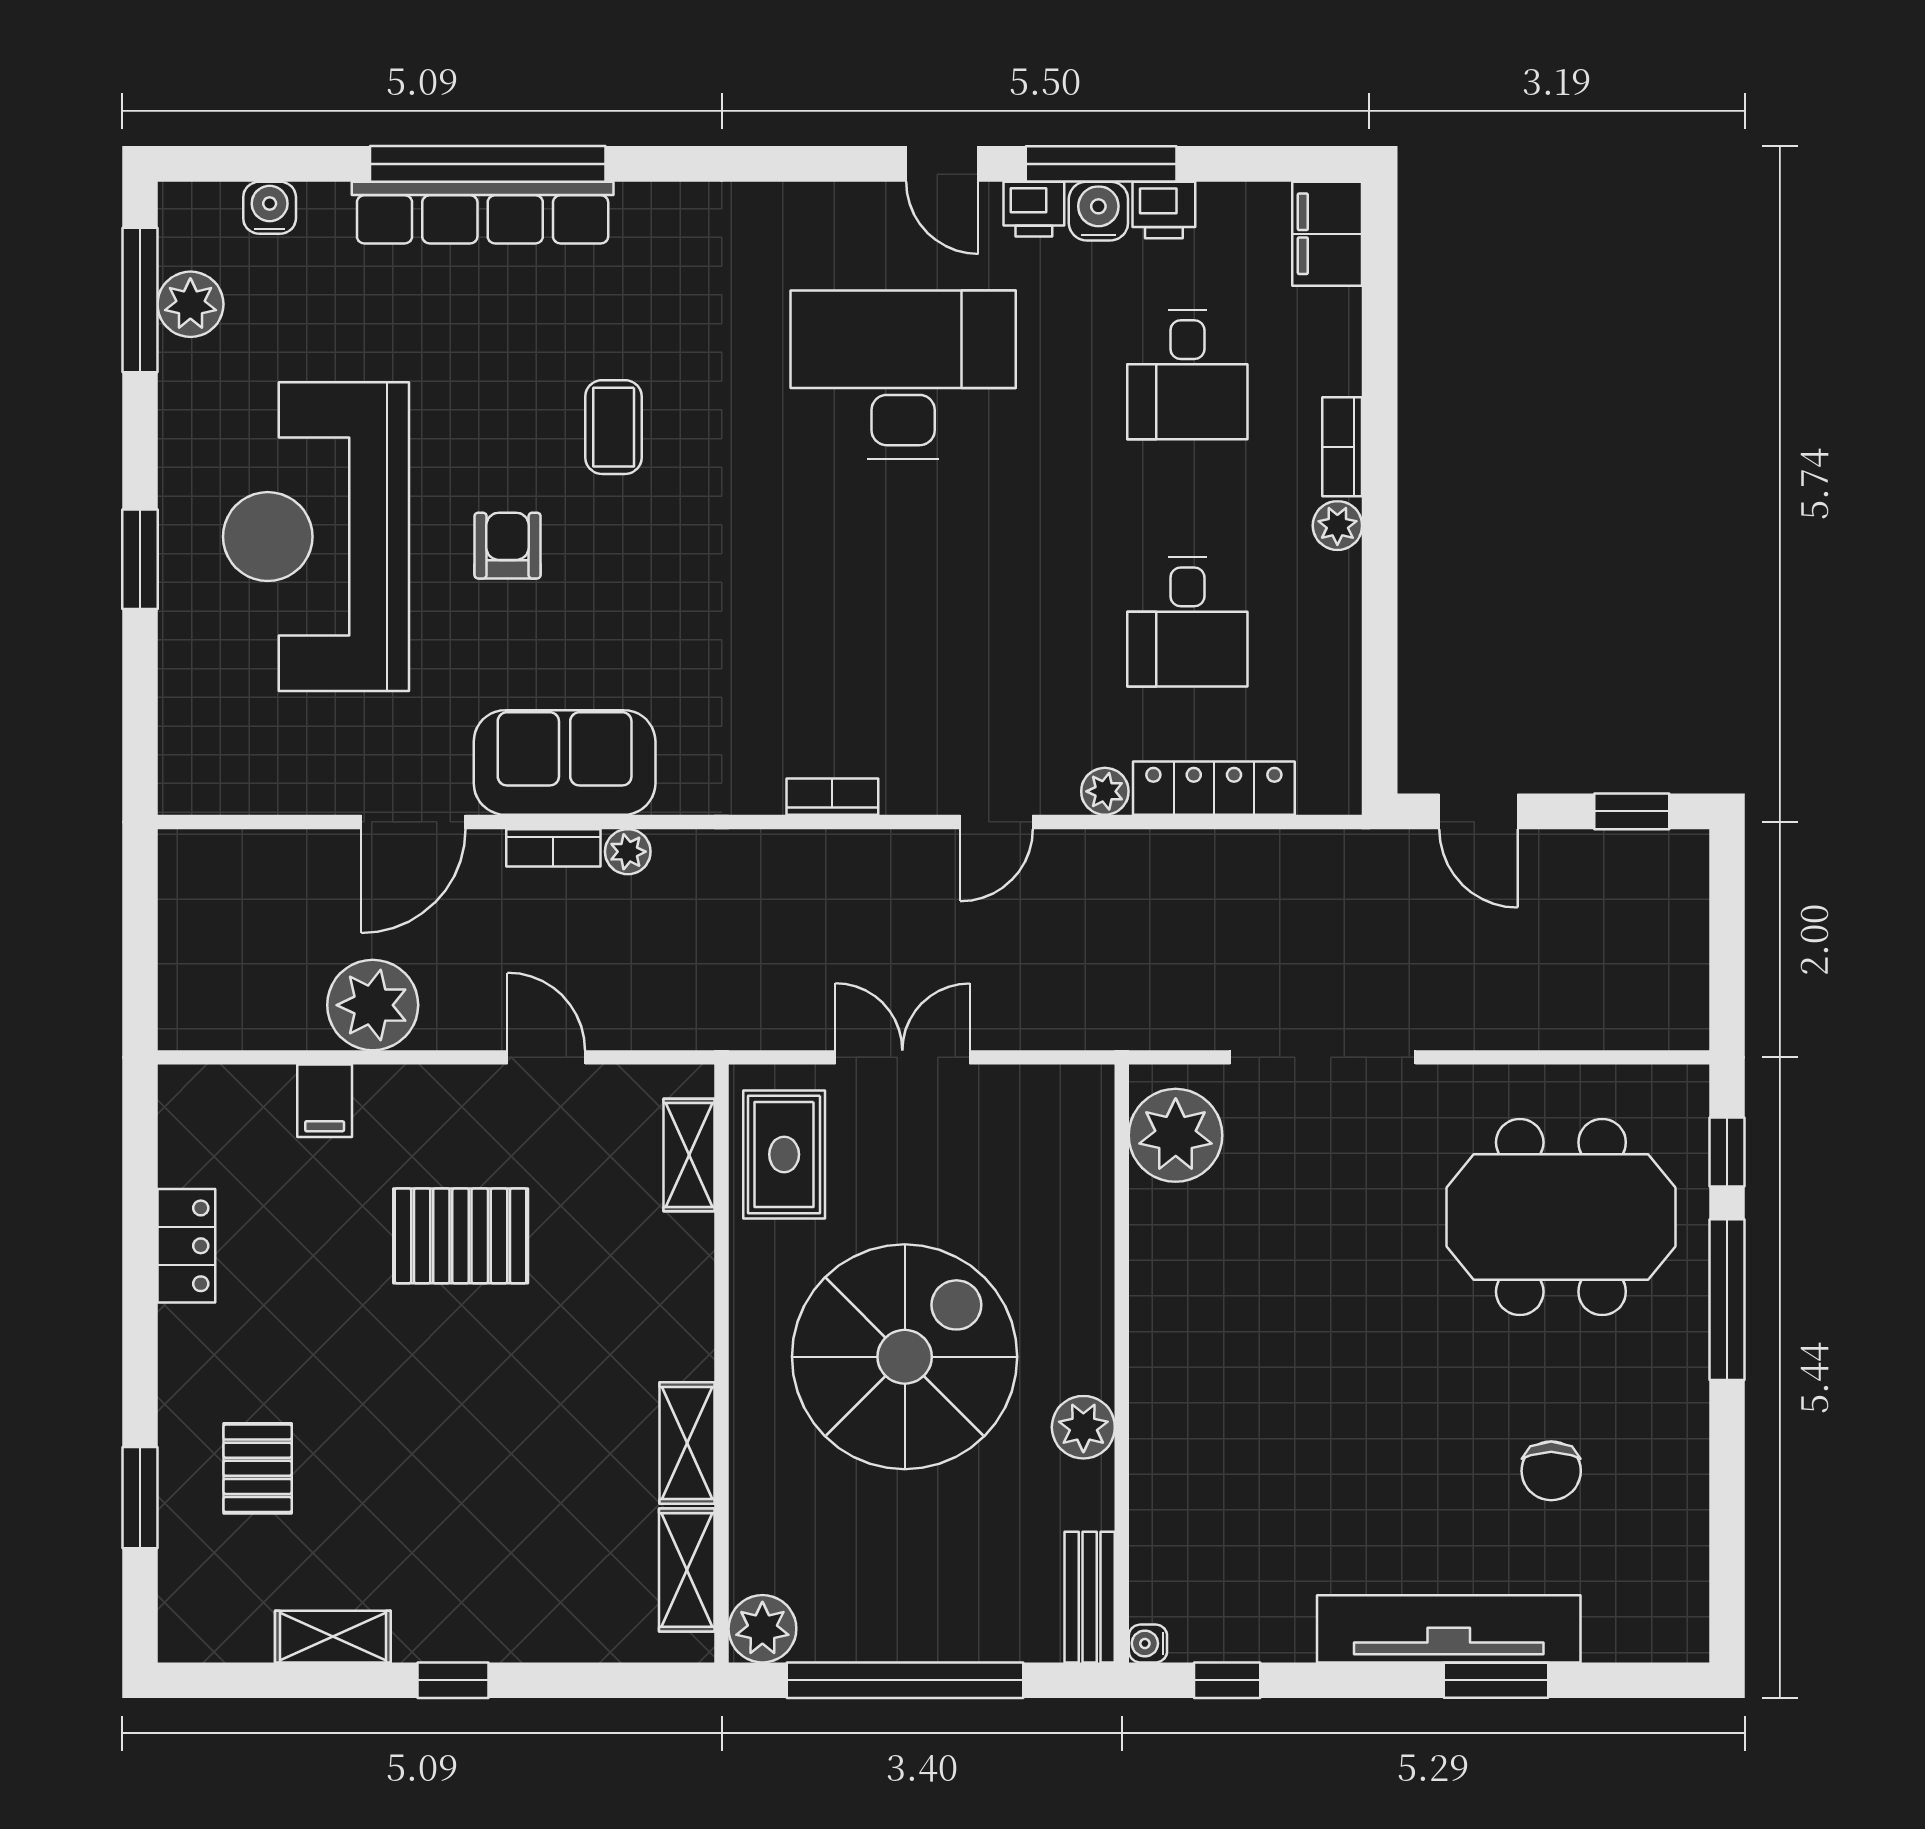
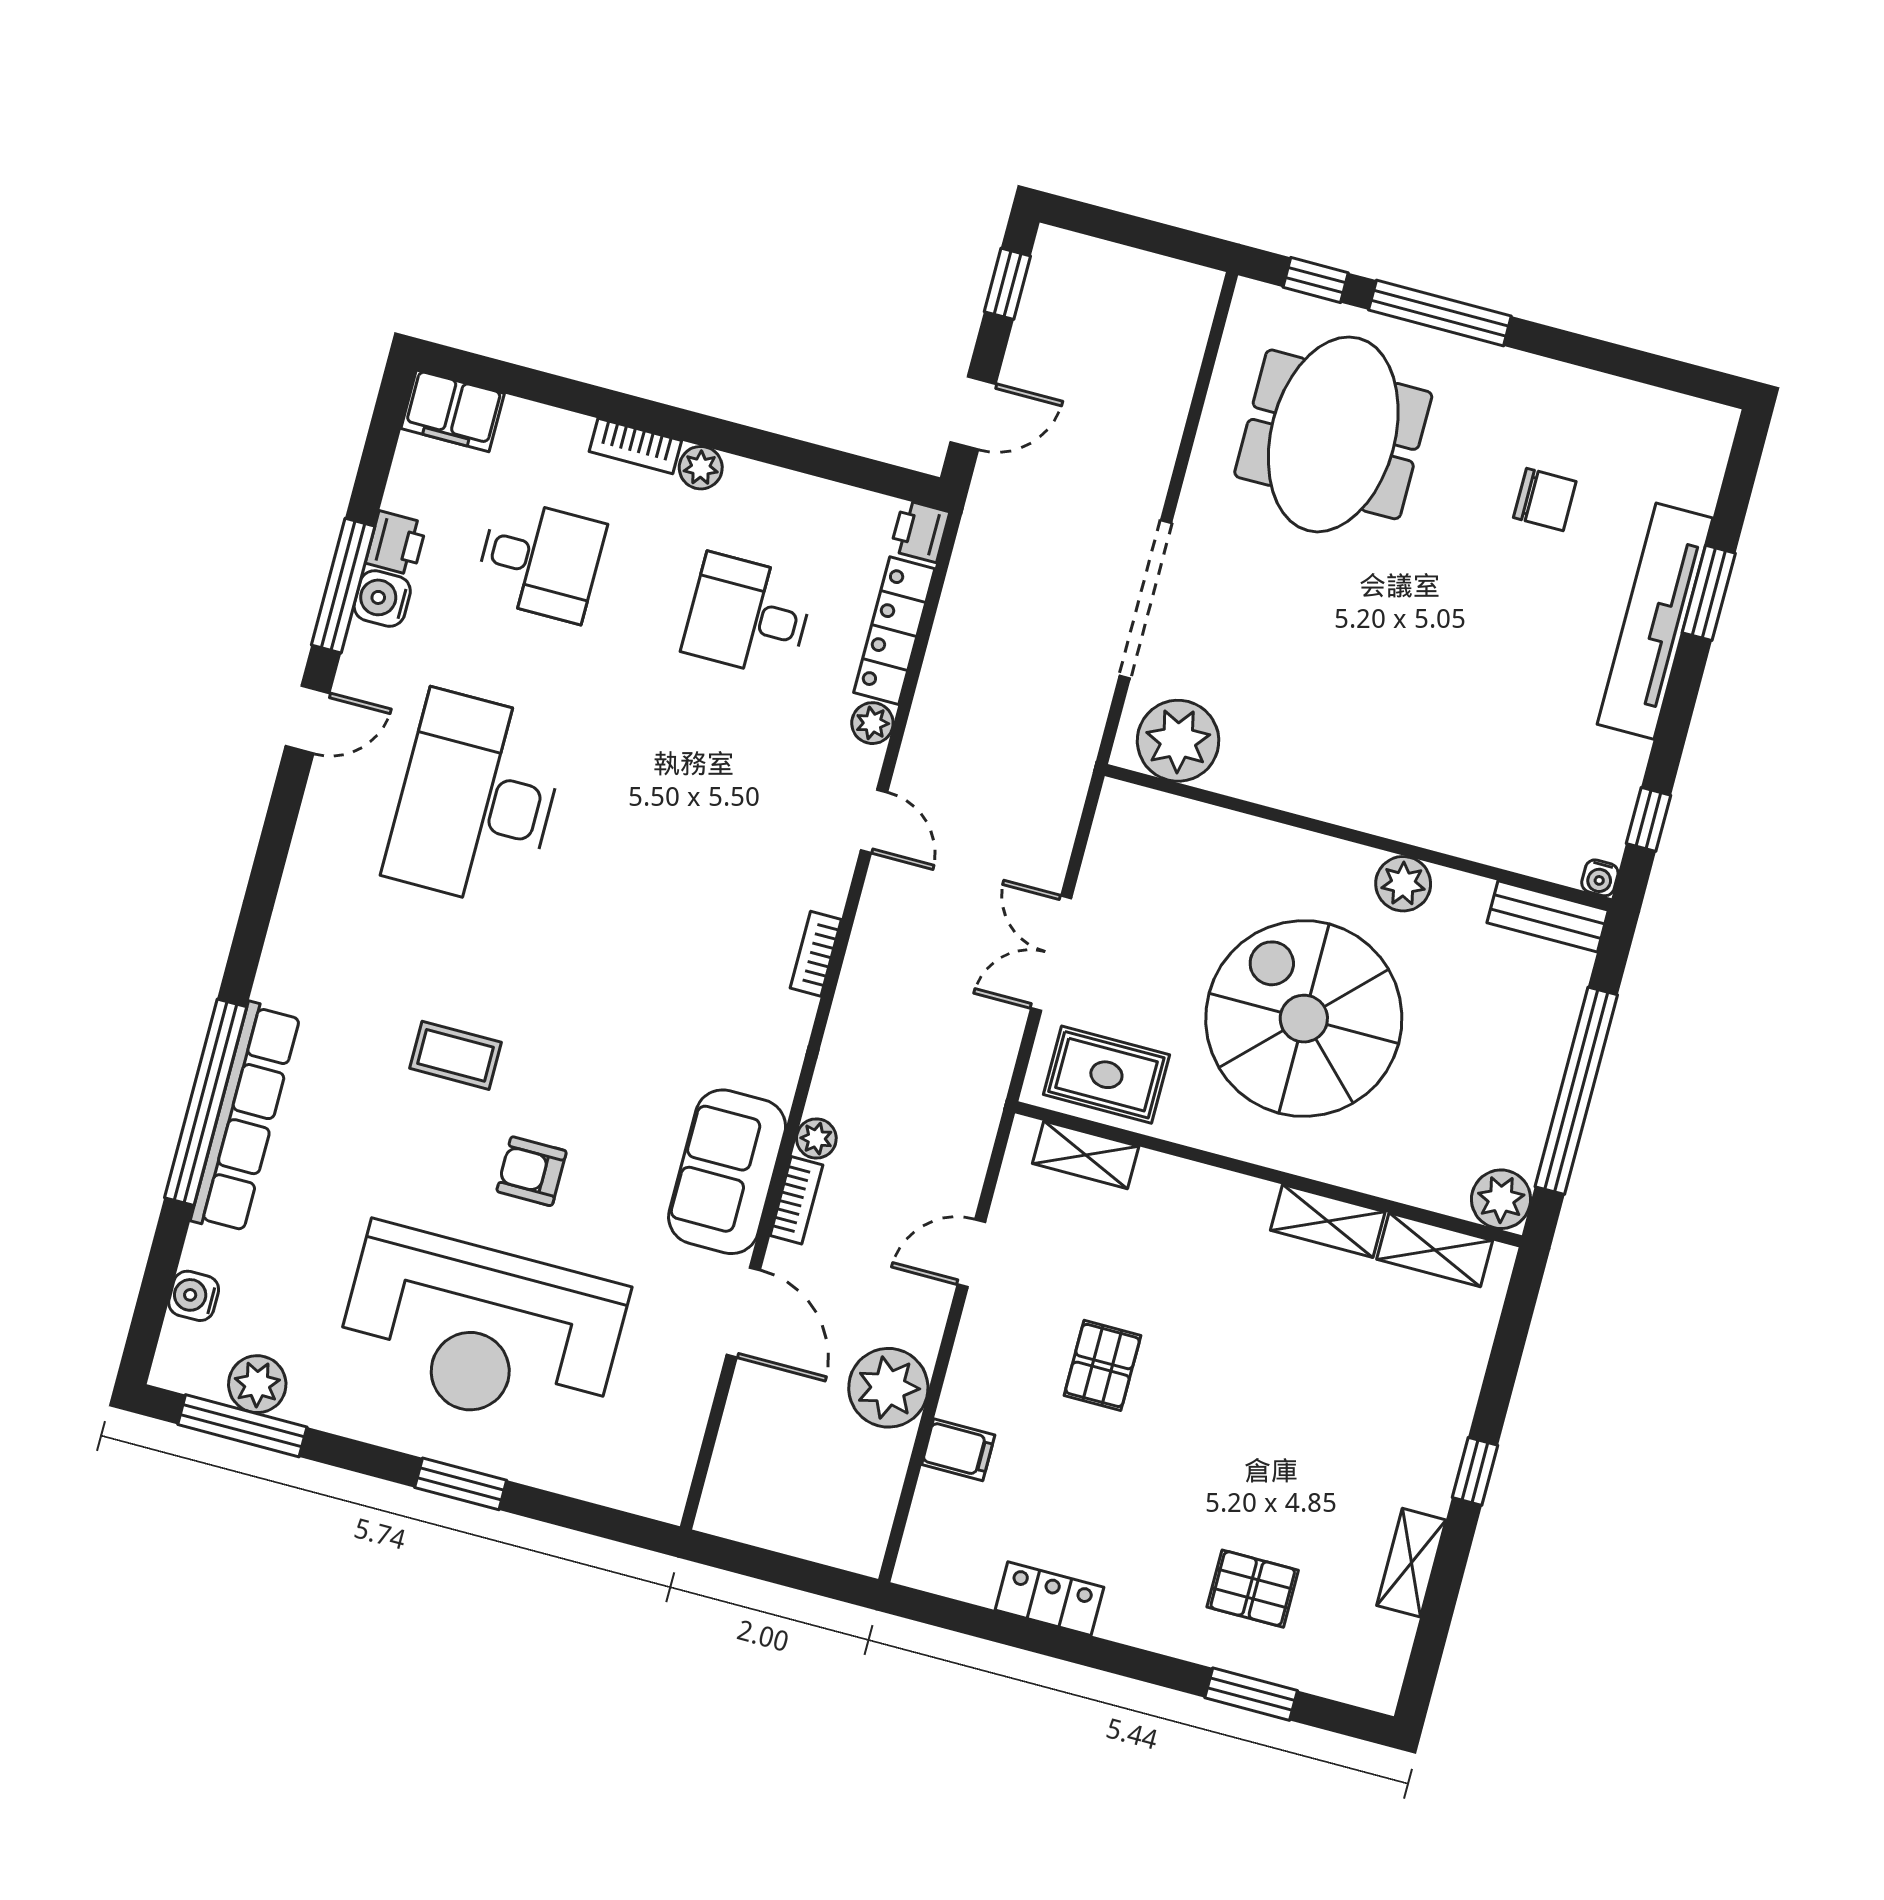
printer: (1034, 209) -> (920, 531), moved, turned 180
desk: (1187, 622) -> (748, 616), turned 180
pallet: (461, 1236) -> (1102, 1365), width x0.67, depth x0.71

